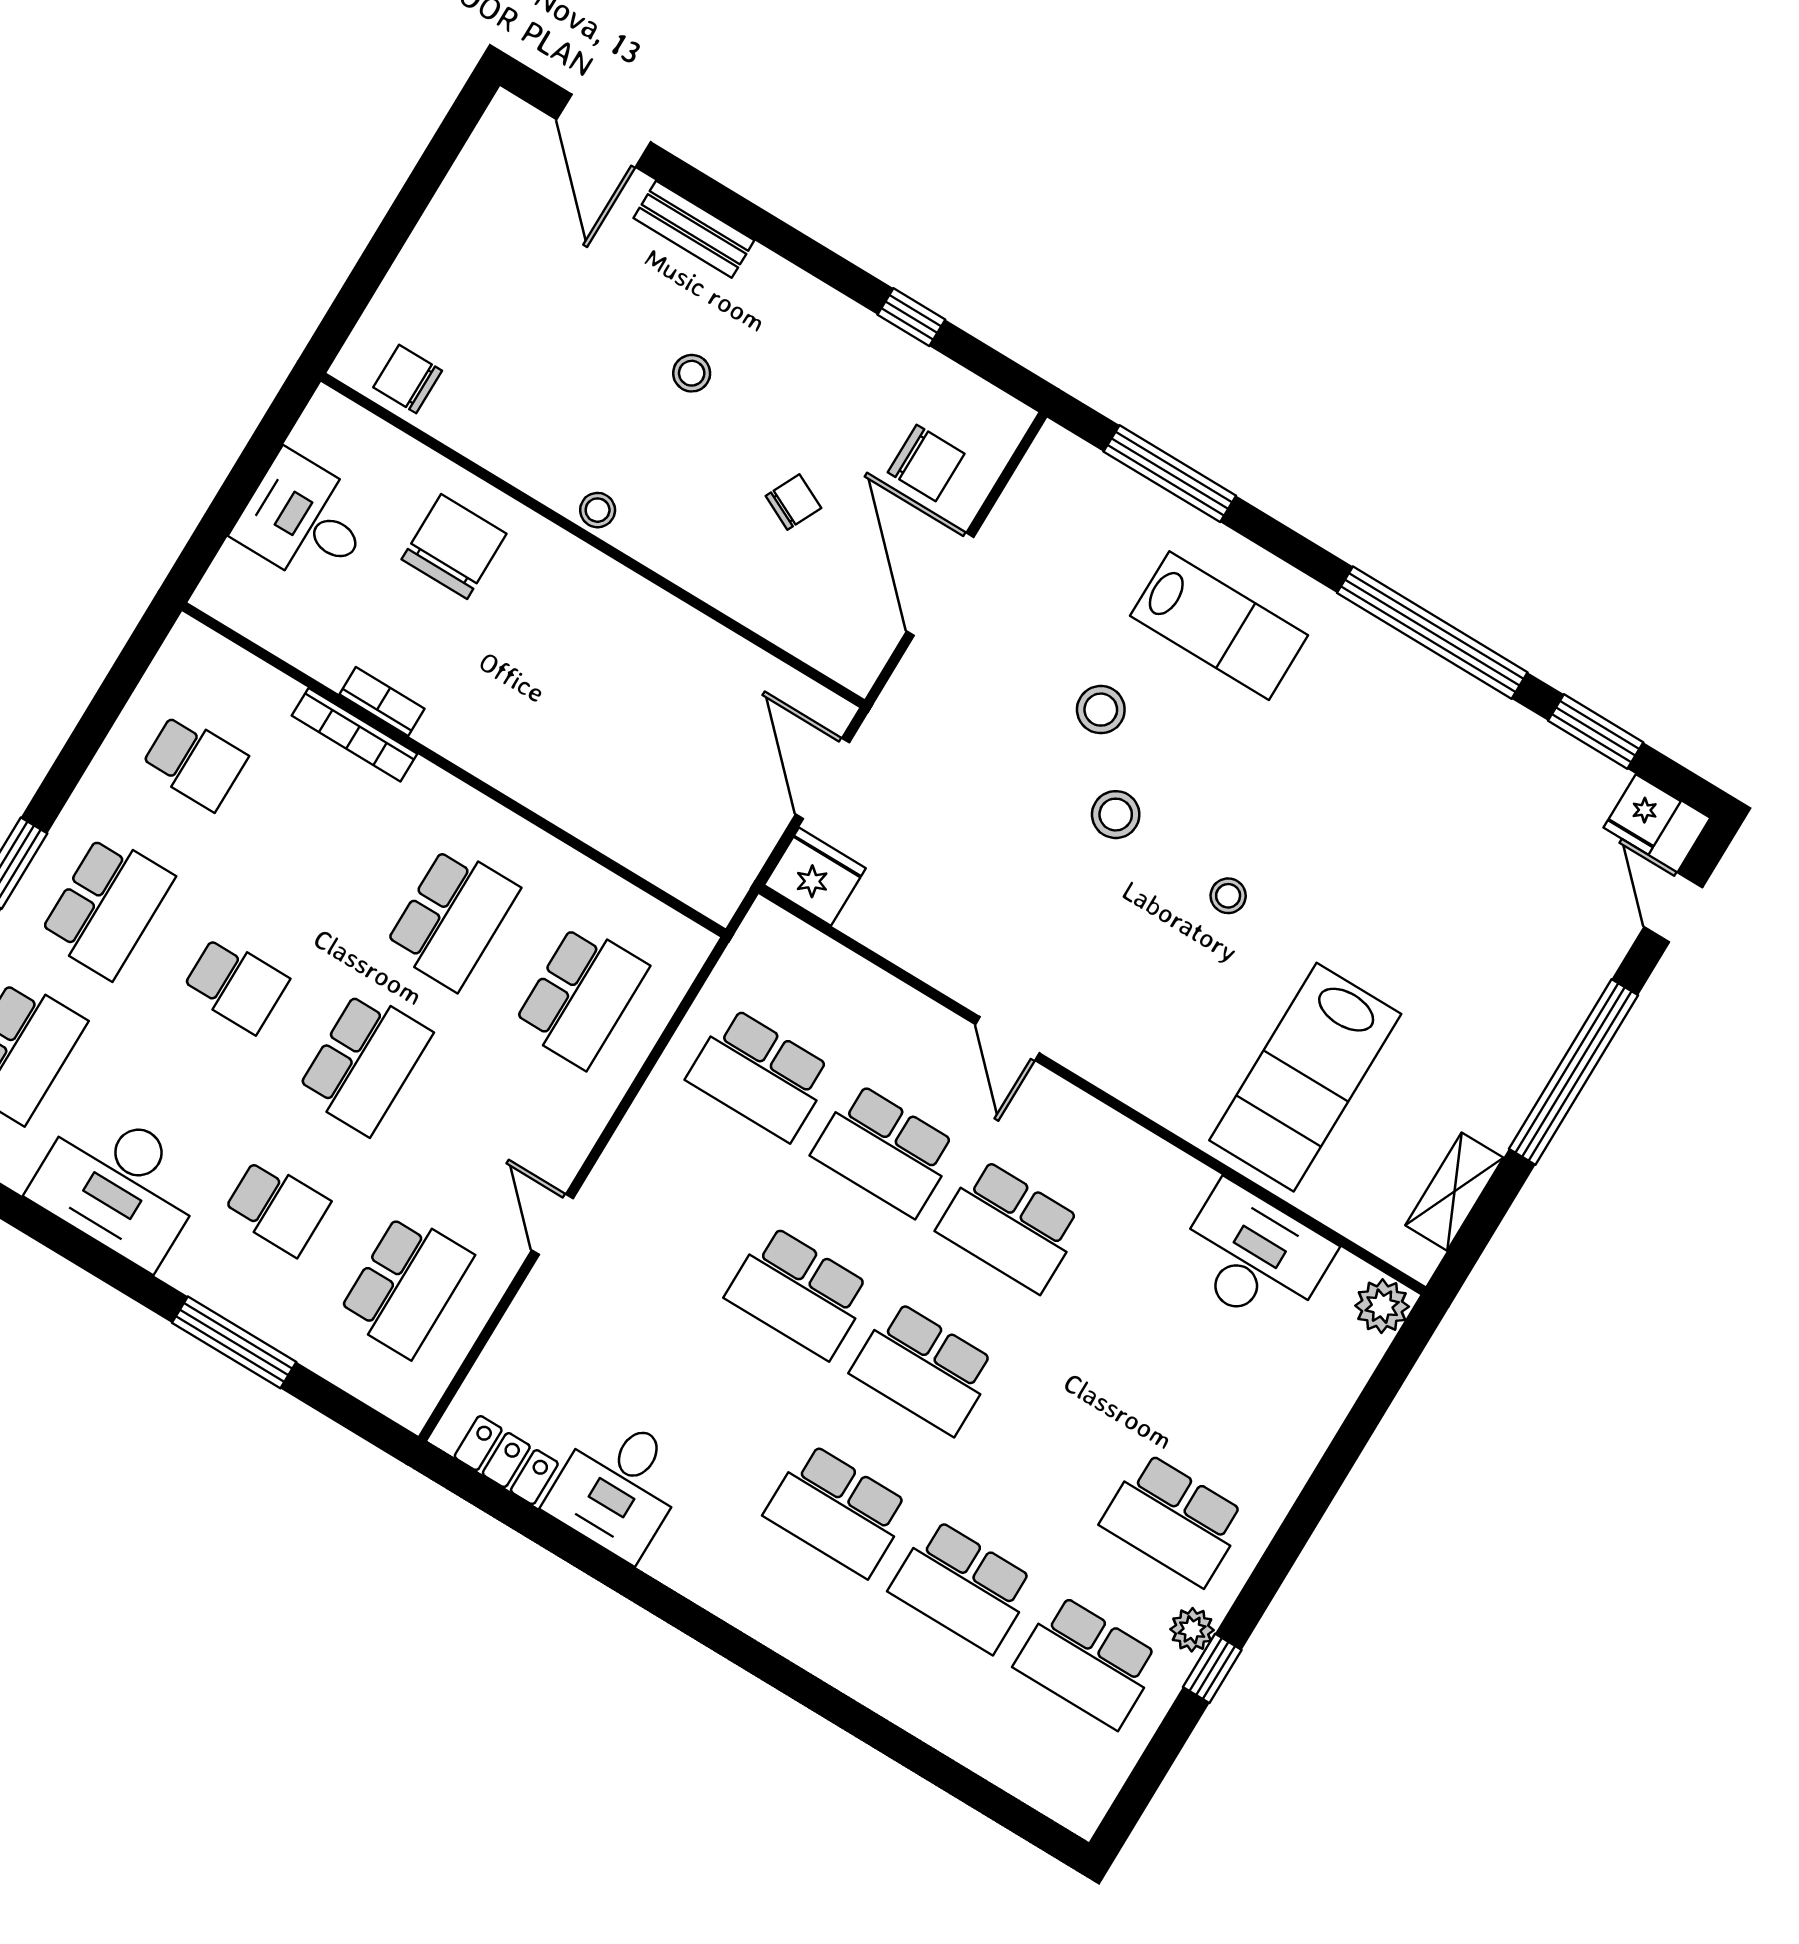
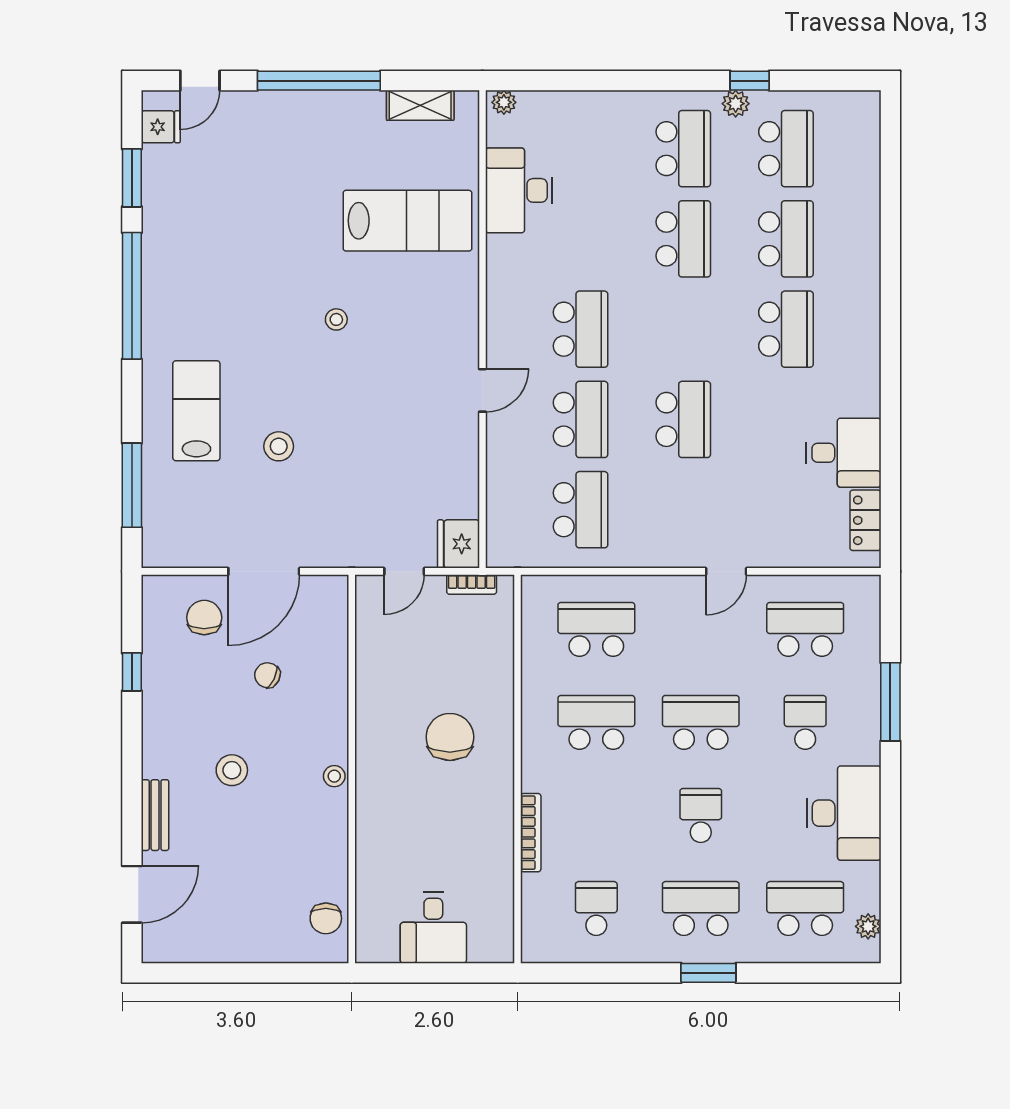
stool: (692, 373) -> (232, 770), width x1.37, depth x1.37
chair: (454, 546) -> (450, 737), moved, turned 90
bookcase: (382, 701) -> (472, 584), moved, turned -90
door: (822, 778) -> (404, 571), width x0.73
stool: (1116, 815) -> (329, 405), removed
plant: (1382, 1306) -> (504, 102), width x0.73, depth x0.73
school desk: (924, 1368) -> (683, 239), moved

